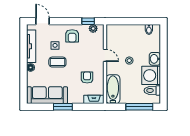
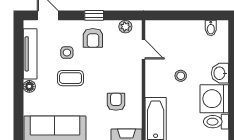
window: (88, 21) -> (94, 15), moved
door: (105, 55) -> (143, 50), moved

